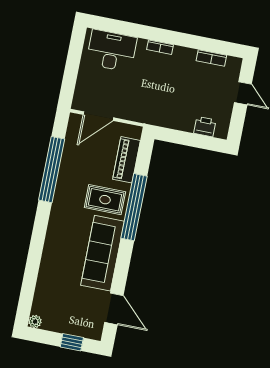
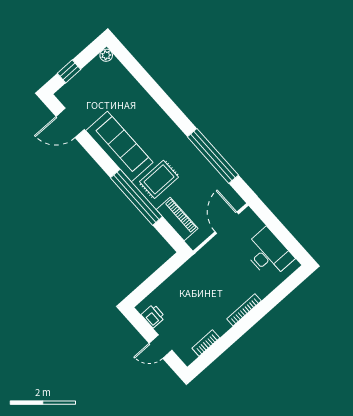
bookcase: (160, 47) -> (244, 310), width x1.56
desk: (112, 51) -> (268, 254), moved, turned -90
printer: (205, 127) -> (153, 316), moved, turned -90

